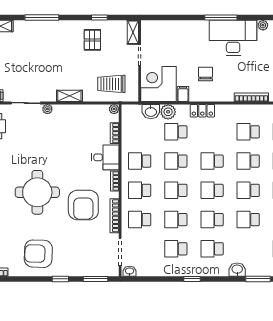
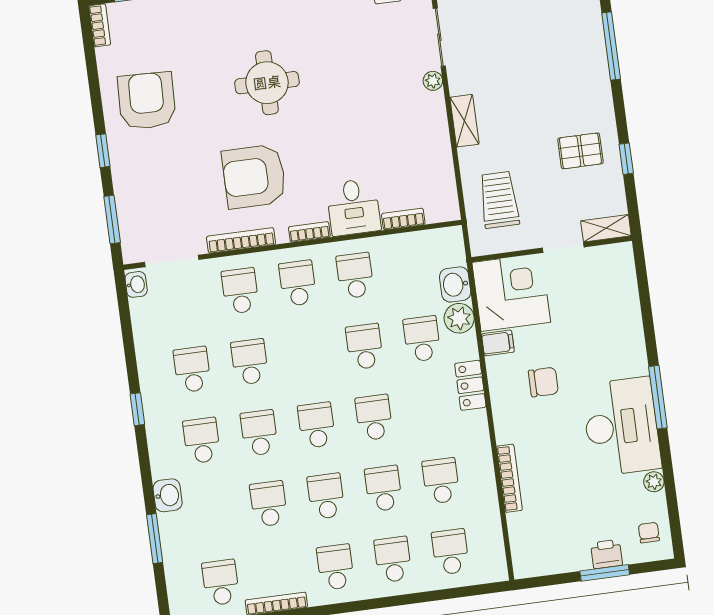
plant: (114, 109) -> (450, 211), removed
school desk: (176, 190) -> (307, 354), removed
round table: (37, 192) -> (267, 83), width x0.73, depth x0.73

